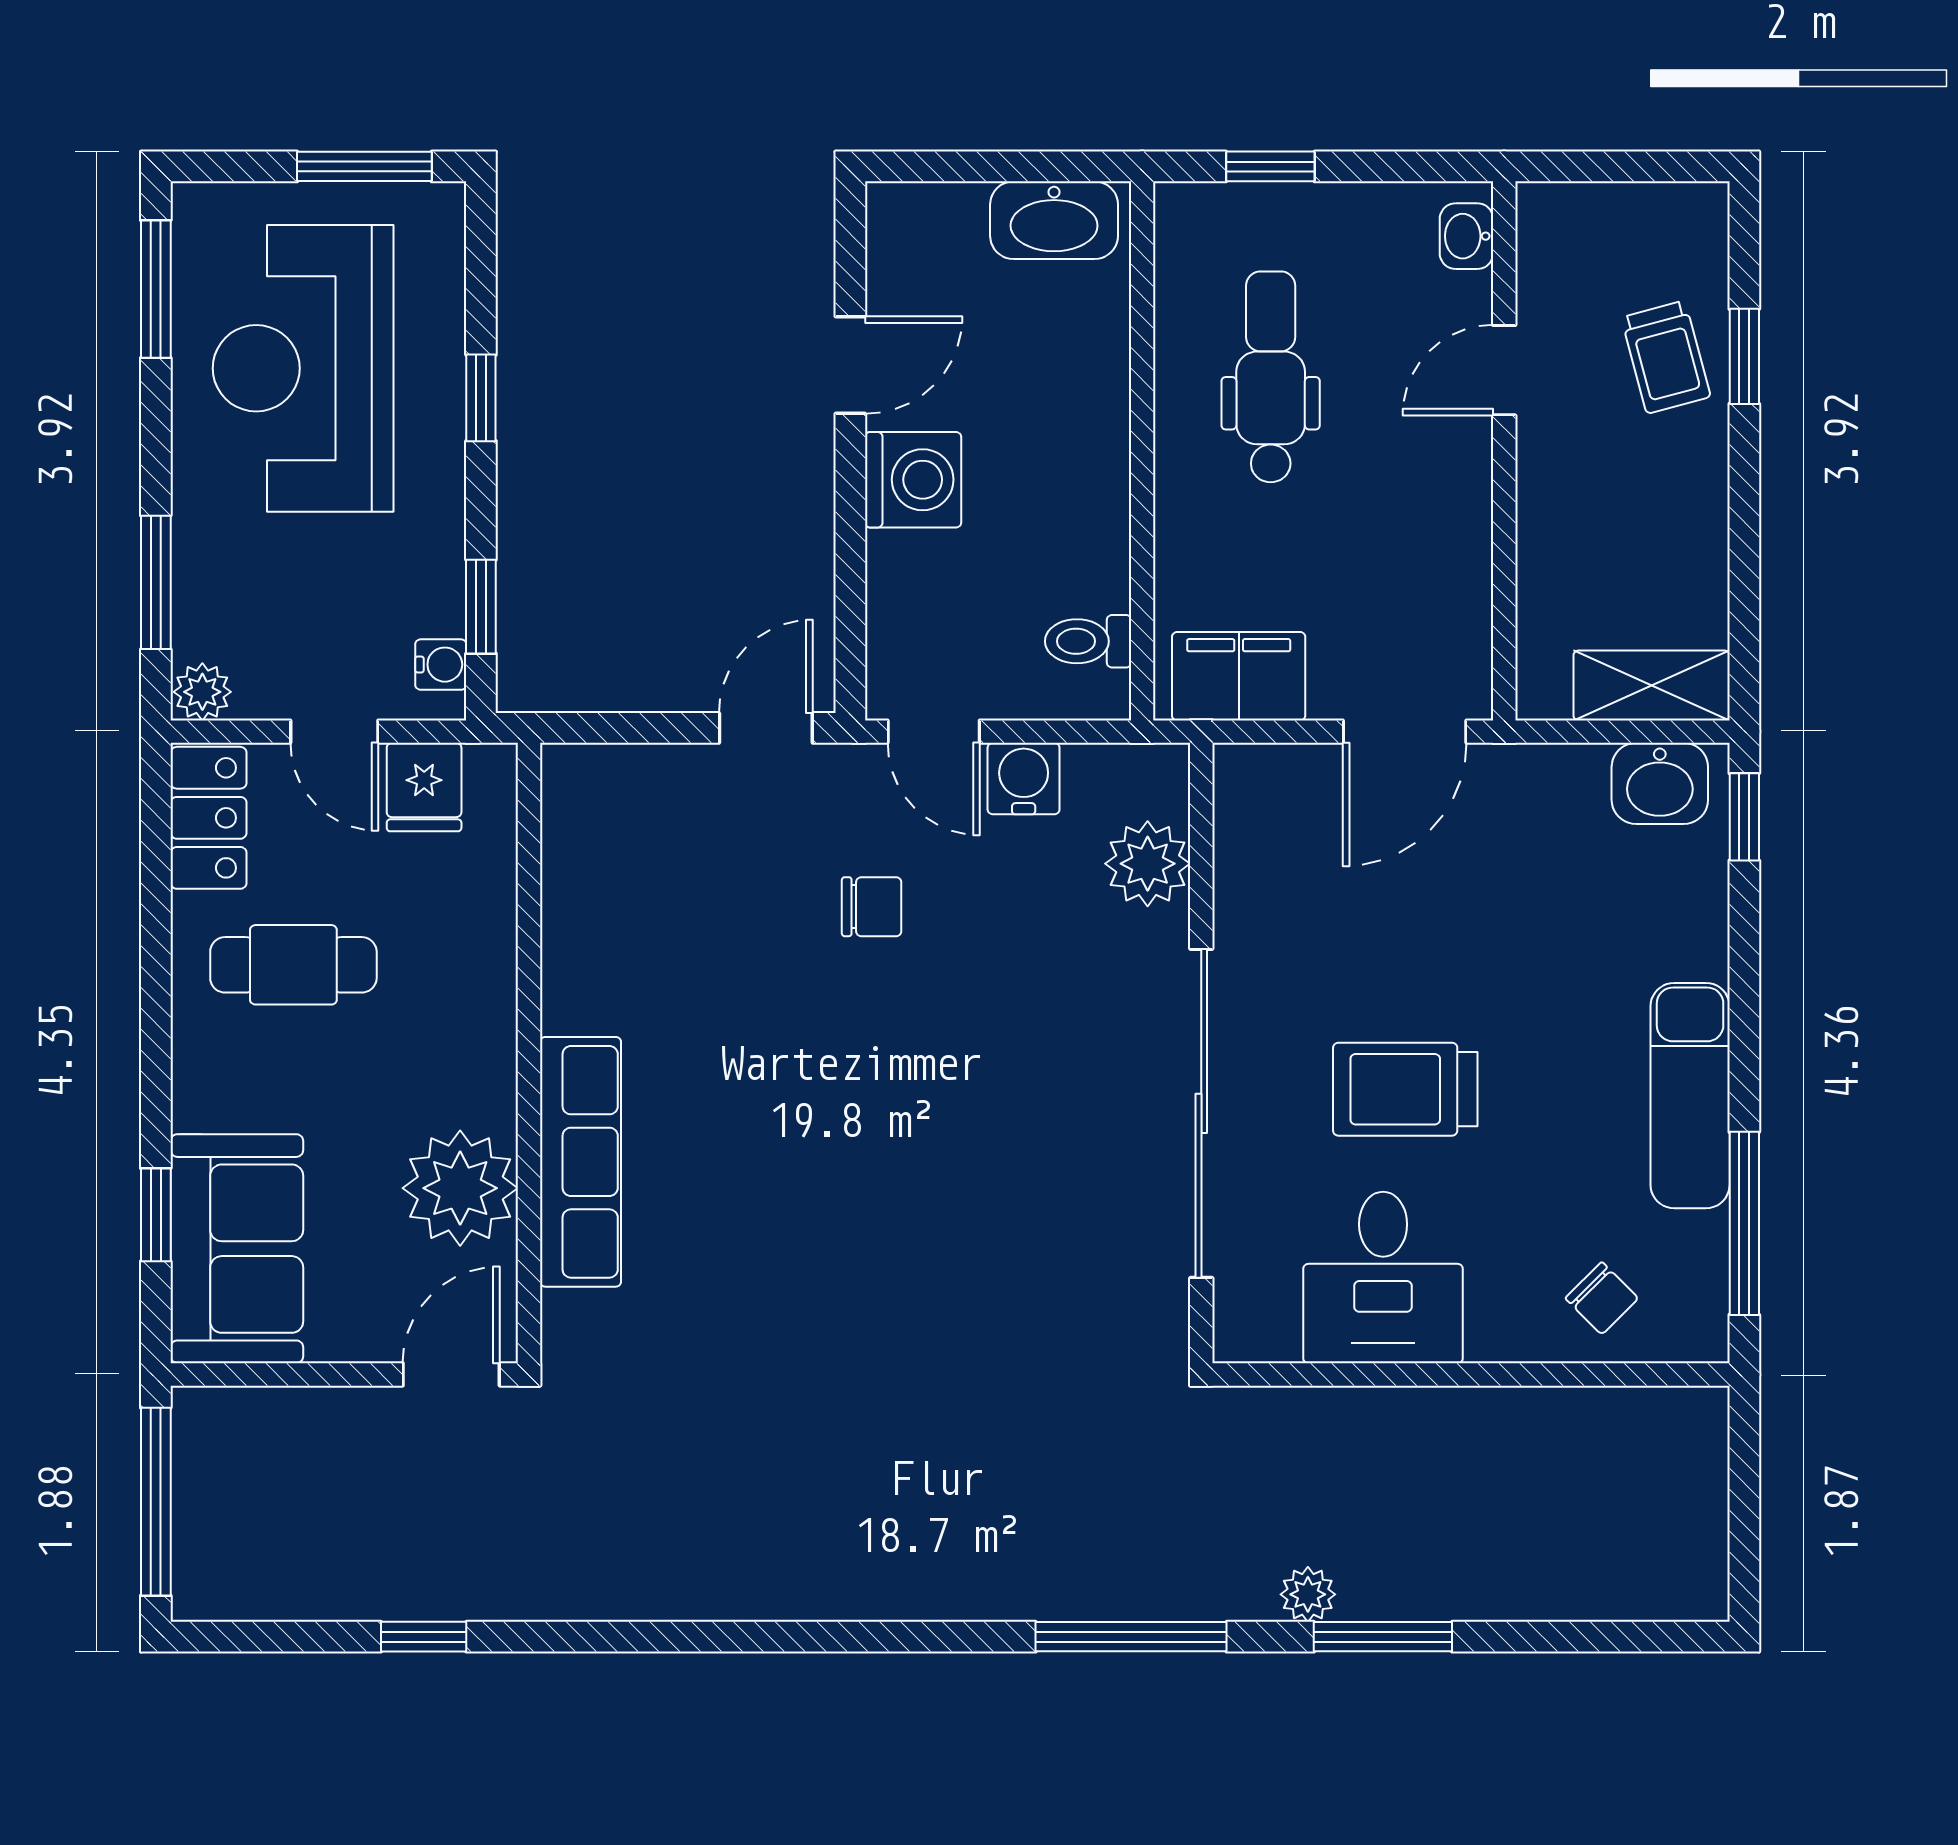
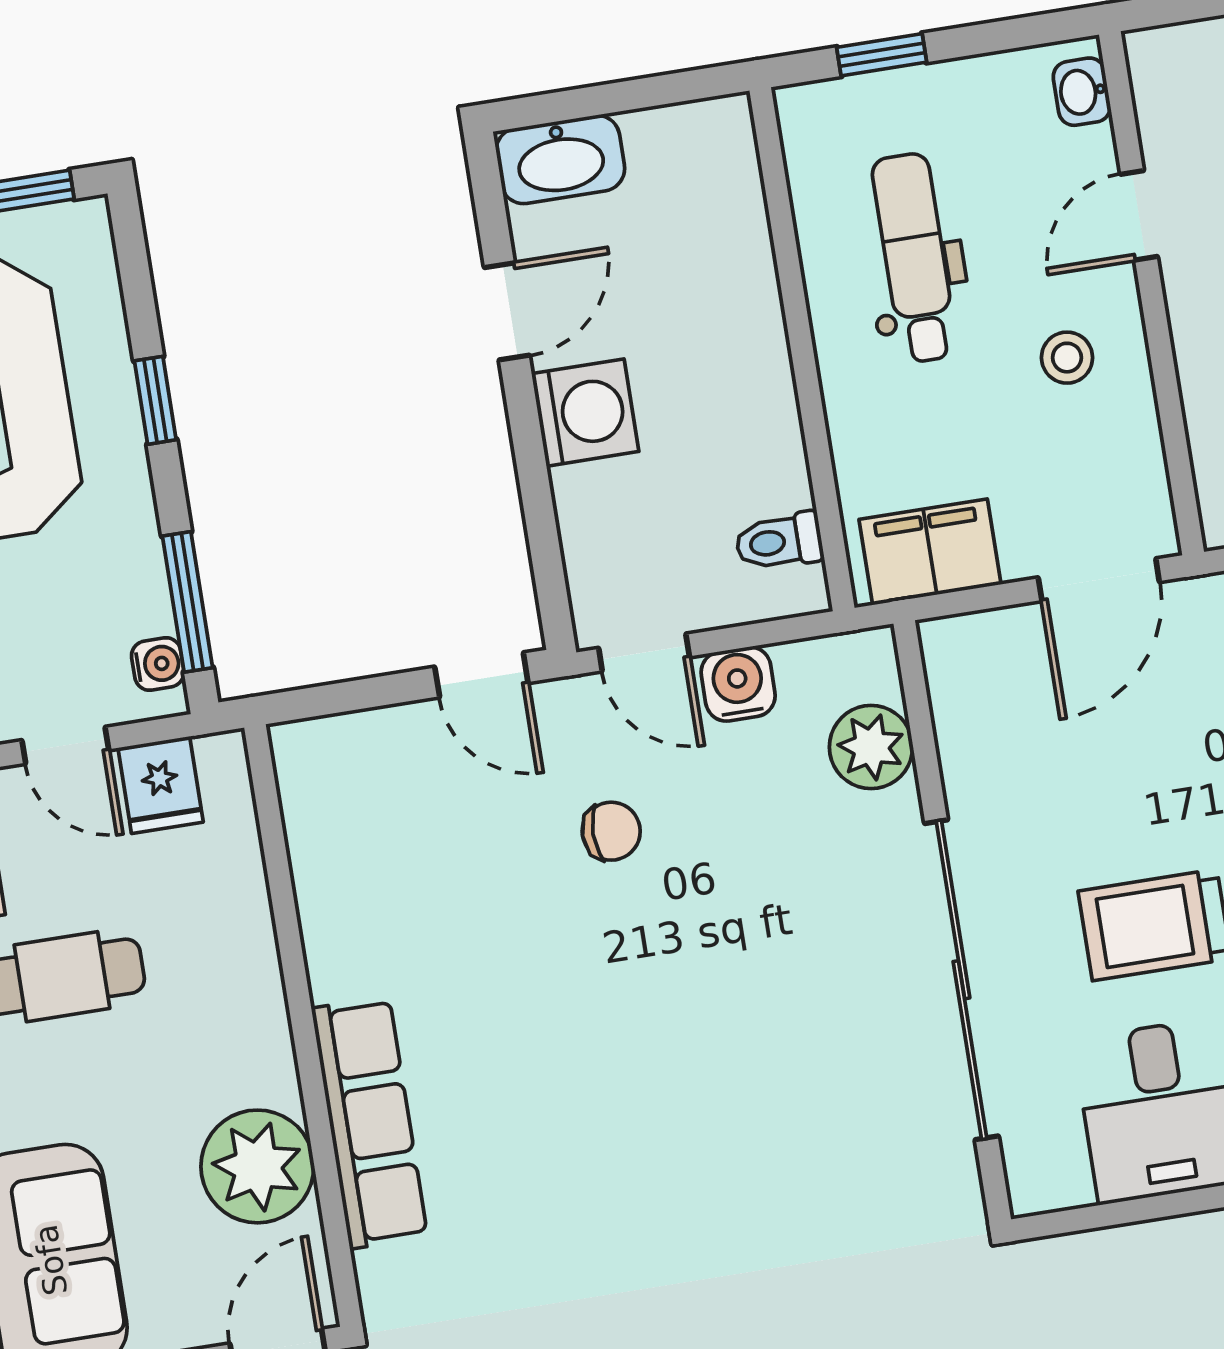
washbasin: (1054, 220) -> (560, 160), moved
stool: (1408, 502) -> (1067, 358), added
window: (481, 607) -> (188, 602), width x1.50
door: (766, 728) -> (481, 675), swing flipped

